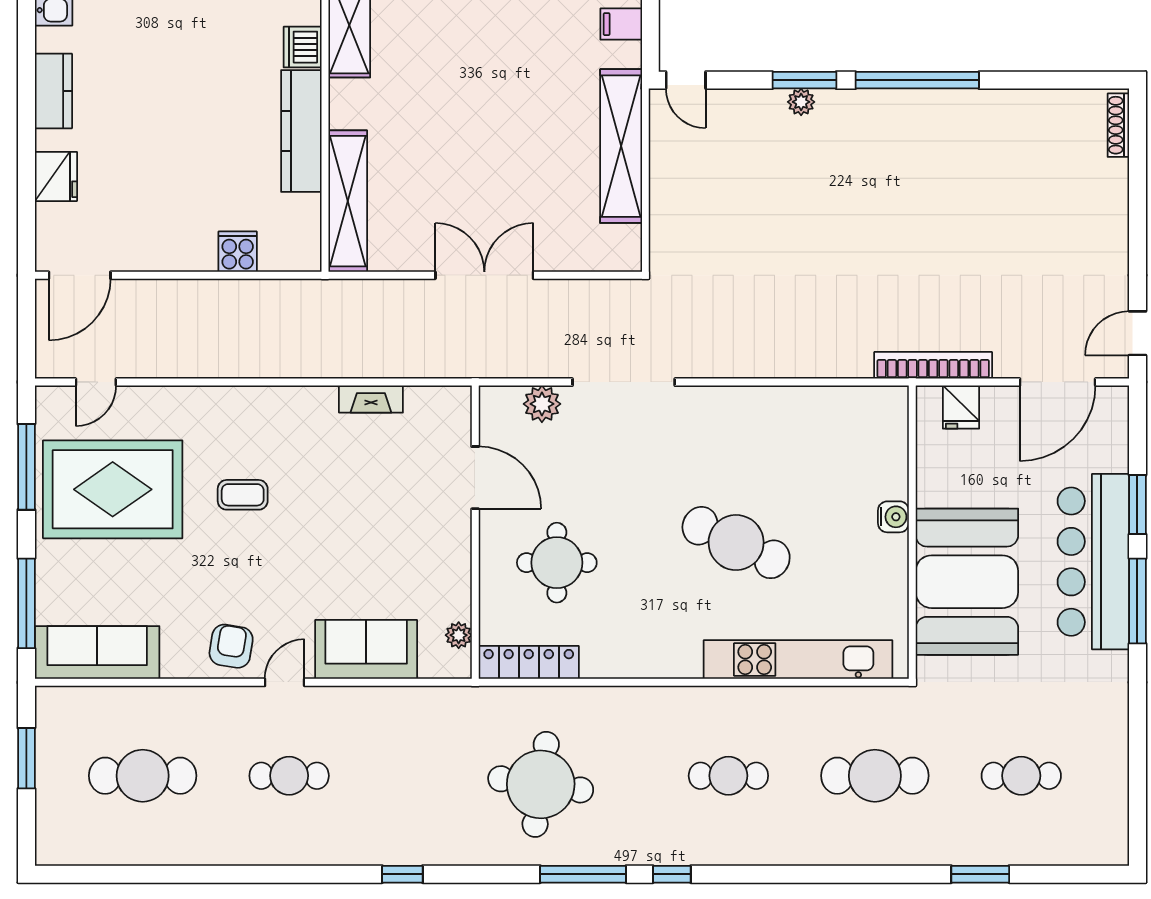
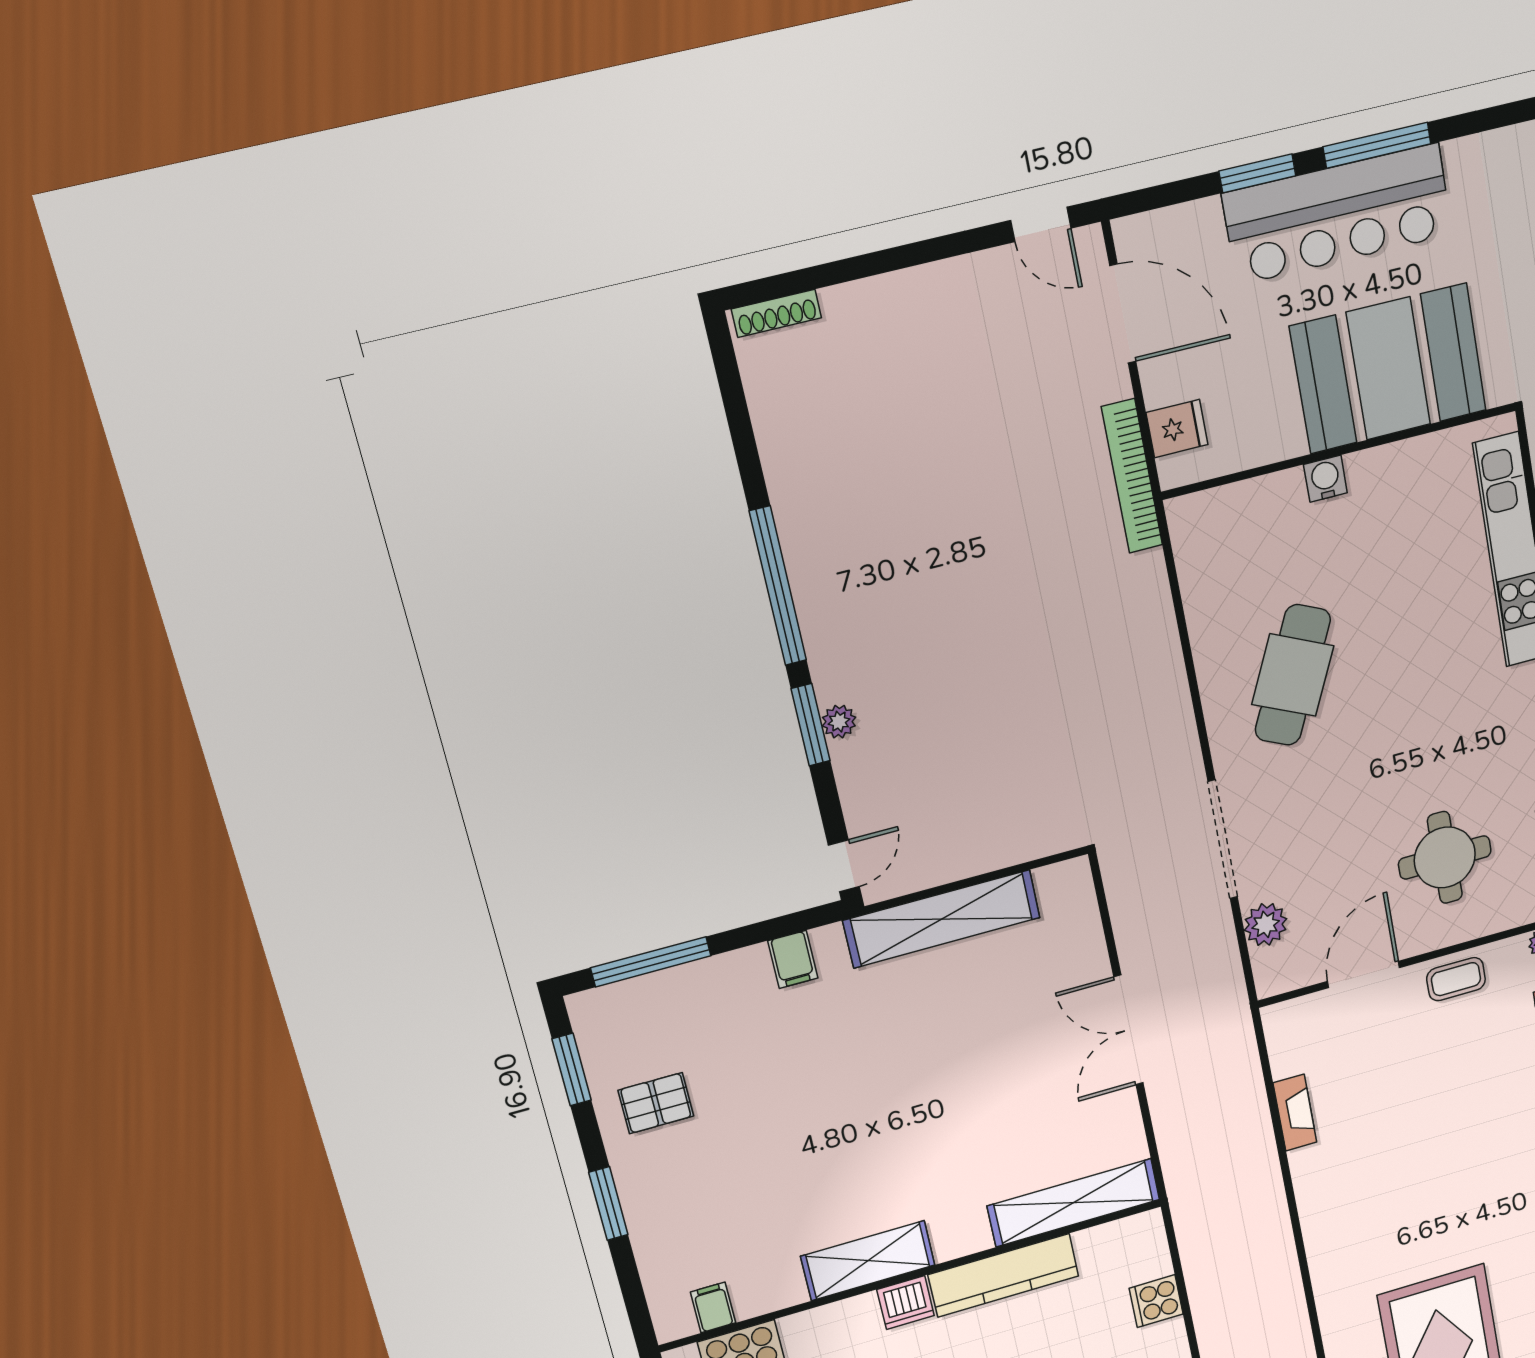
coffee table: (243, 495) -> (1456, 979), moved, turned 90
cafe table: (736, 543) -> (1293, 675), moved

